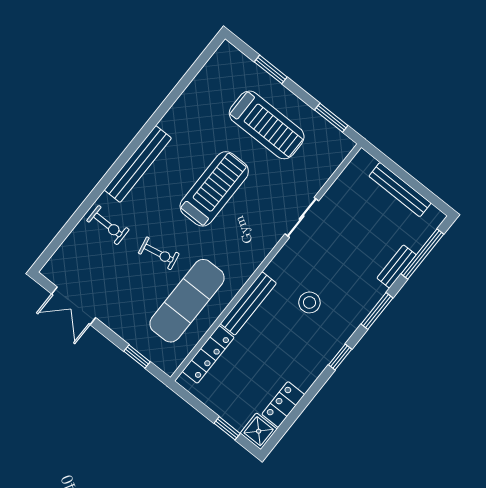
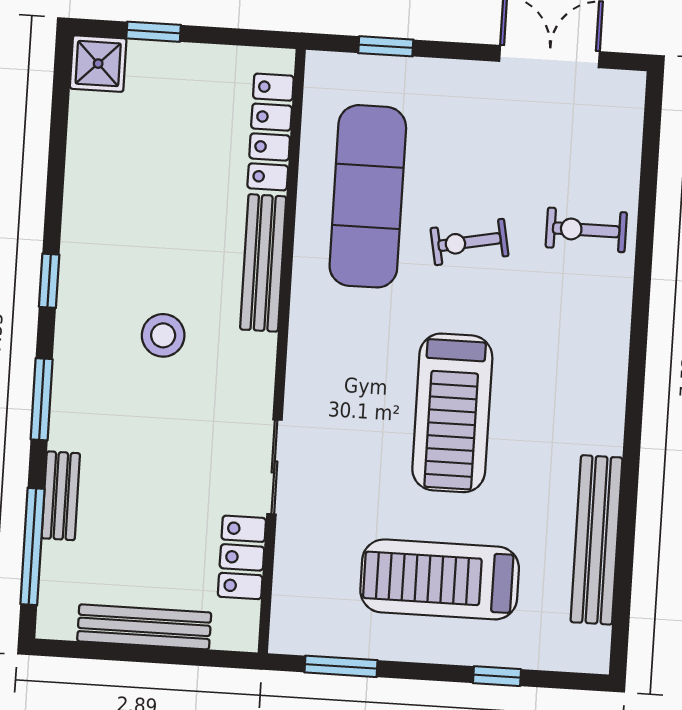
window: (271, 69) -> (497, 676), width x0.67
bench: (138, 164) -> (597, 540), moved
locker: (283, 404) -> (242, 557), moved, turned 180

